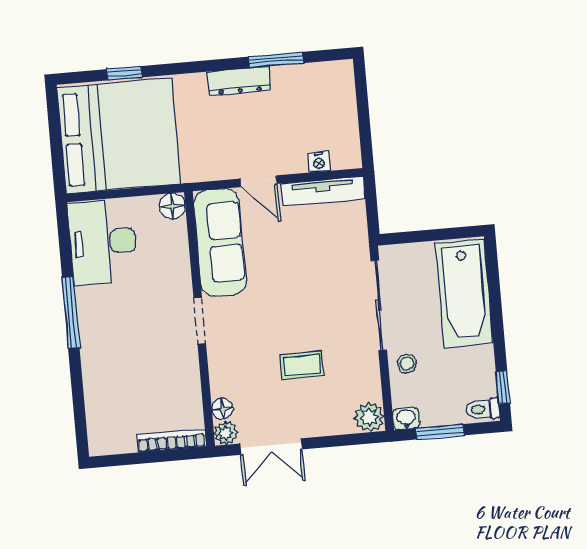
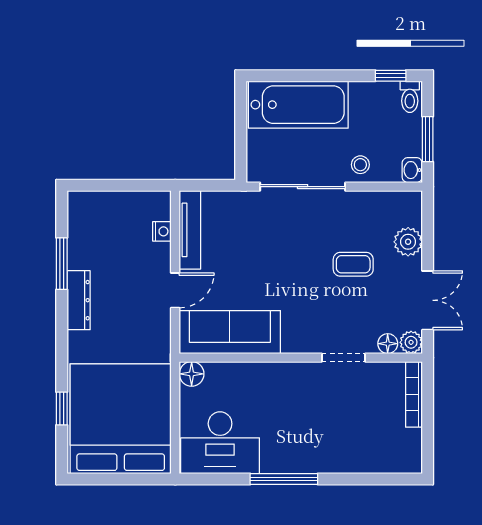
doorway: (200, 321) -> (344, 358), moved
coffee table: (302, 365) -> (353, 264), turned 90
plant: (369, 417) -> (408, 242), moved

